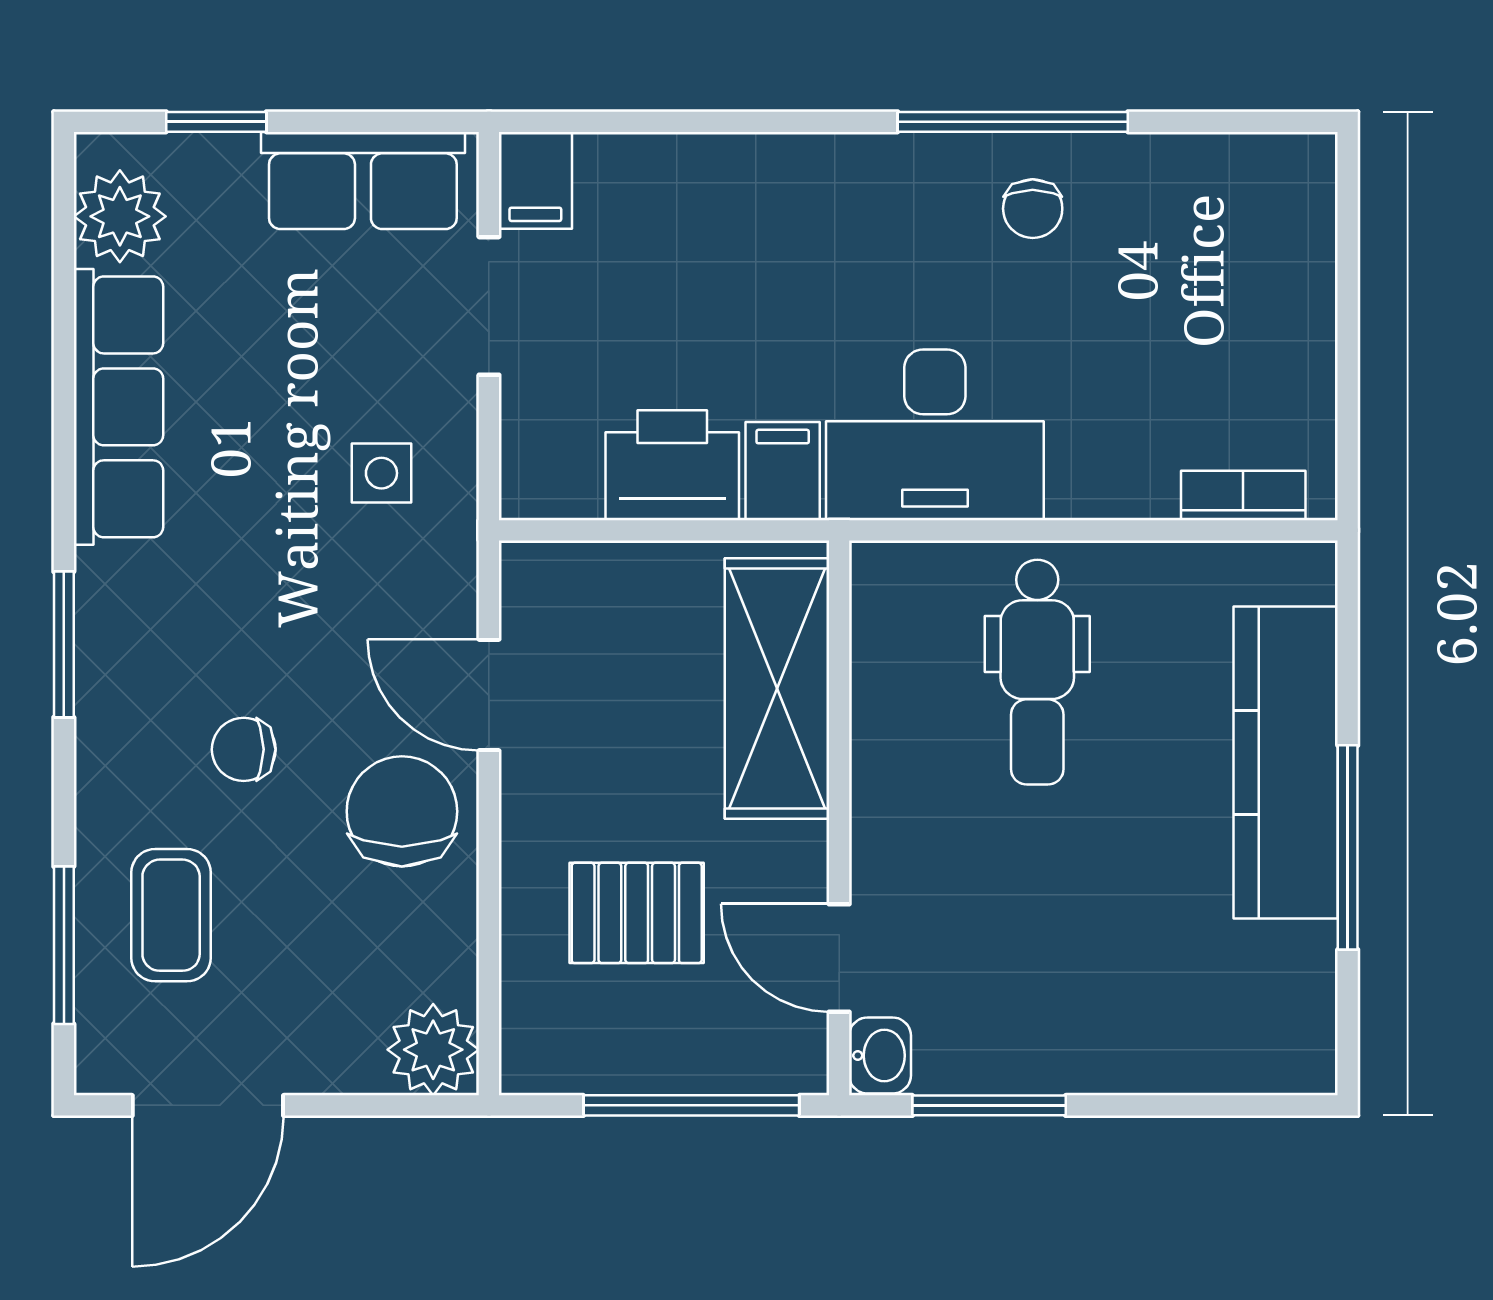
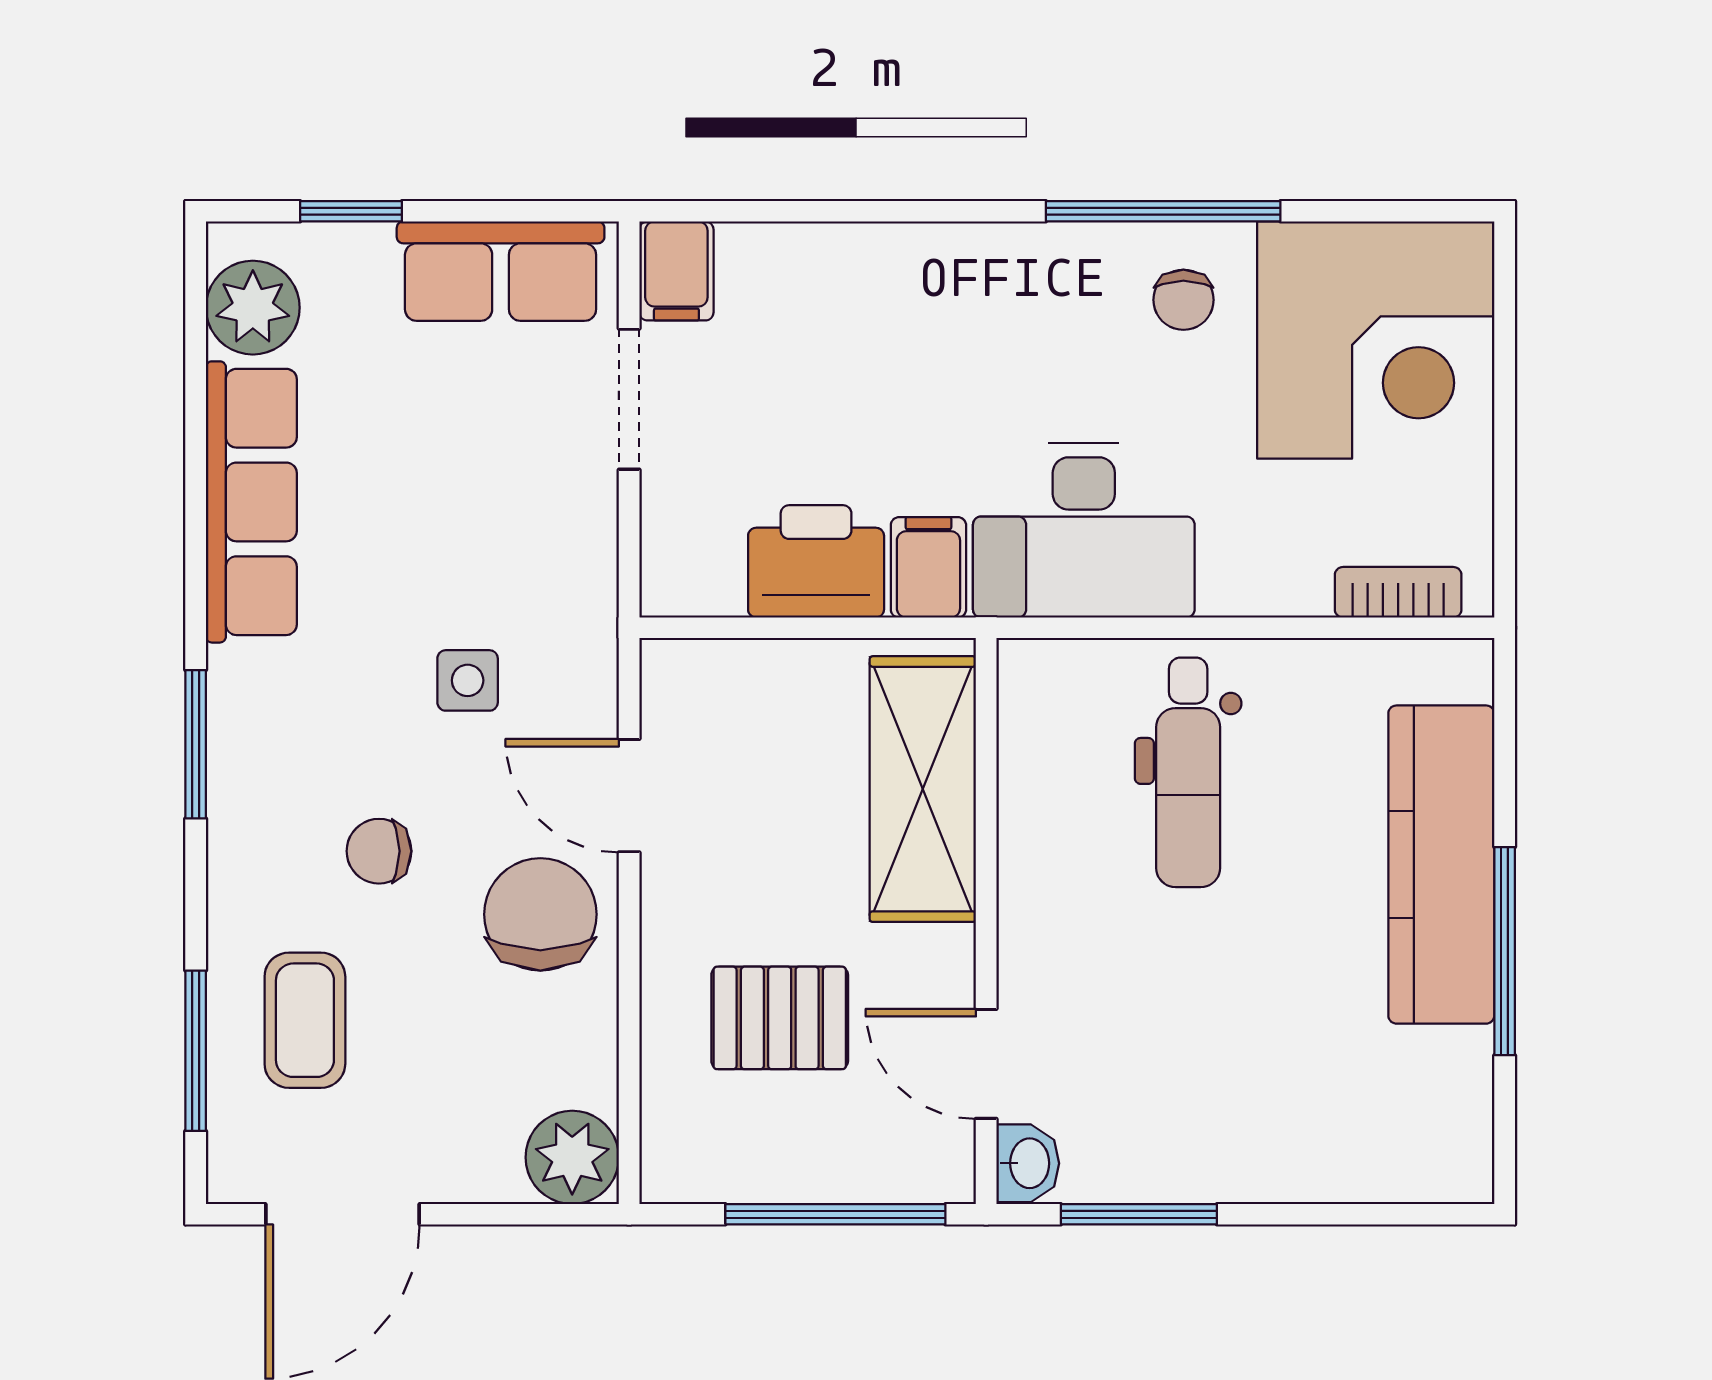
corner desk: (1221, 248) -> (1376, 340), added
side table: (381, 473) -> (468, 680), moved

